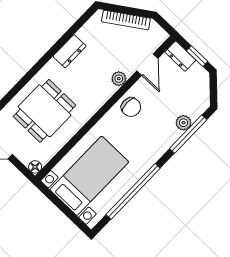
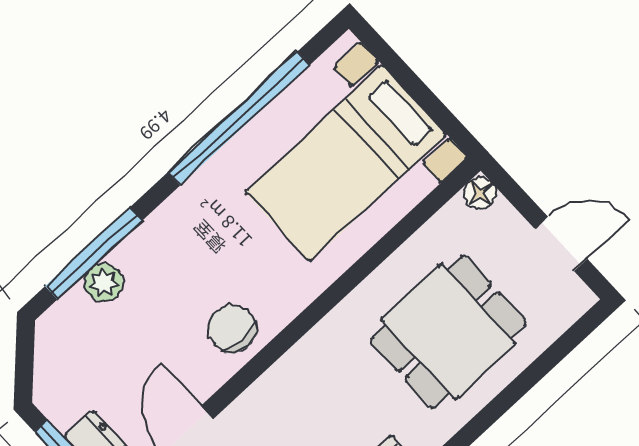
plant: (119, 79) -> (259, 401), removed

